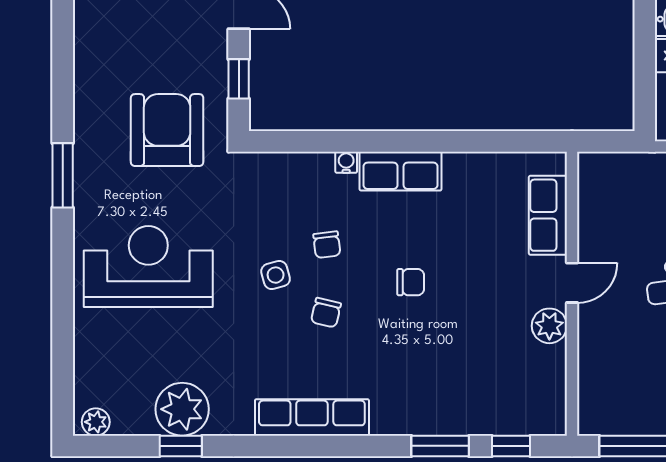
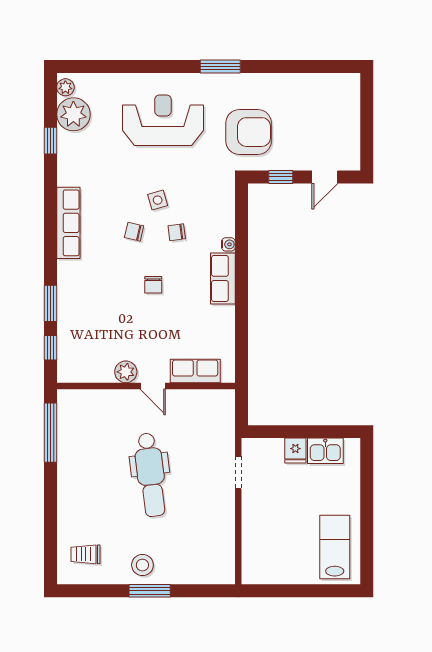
reception desk: (148, 267) -> (163, 120), turned -90
plant: (182, 409) -> (73, 114), moved

